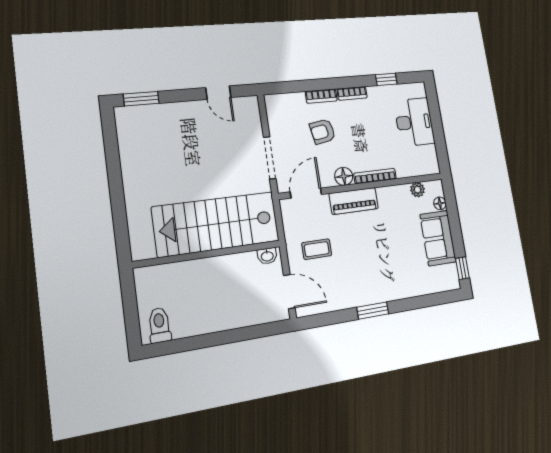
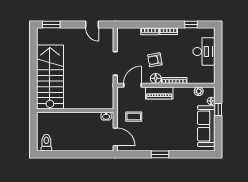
armchair: (323, 132) -> (155, 60), moved
stairs: (216, 224) -> (50, 77), moved, turned 90
sofa: (438, 238) -> (206, 126), width x1.36
window: (462, 268) -> (218, 110), moved

